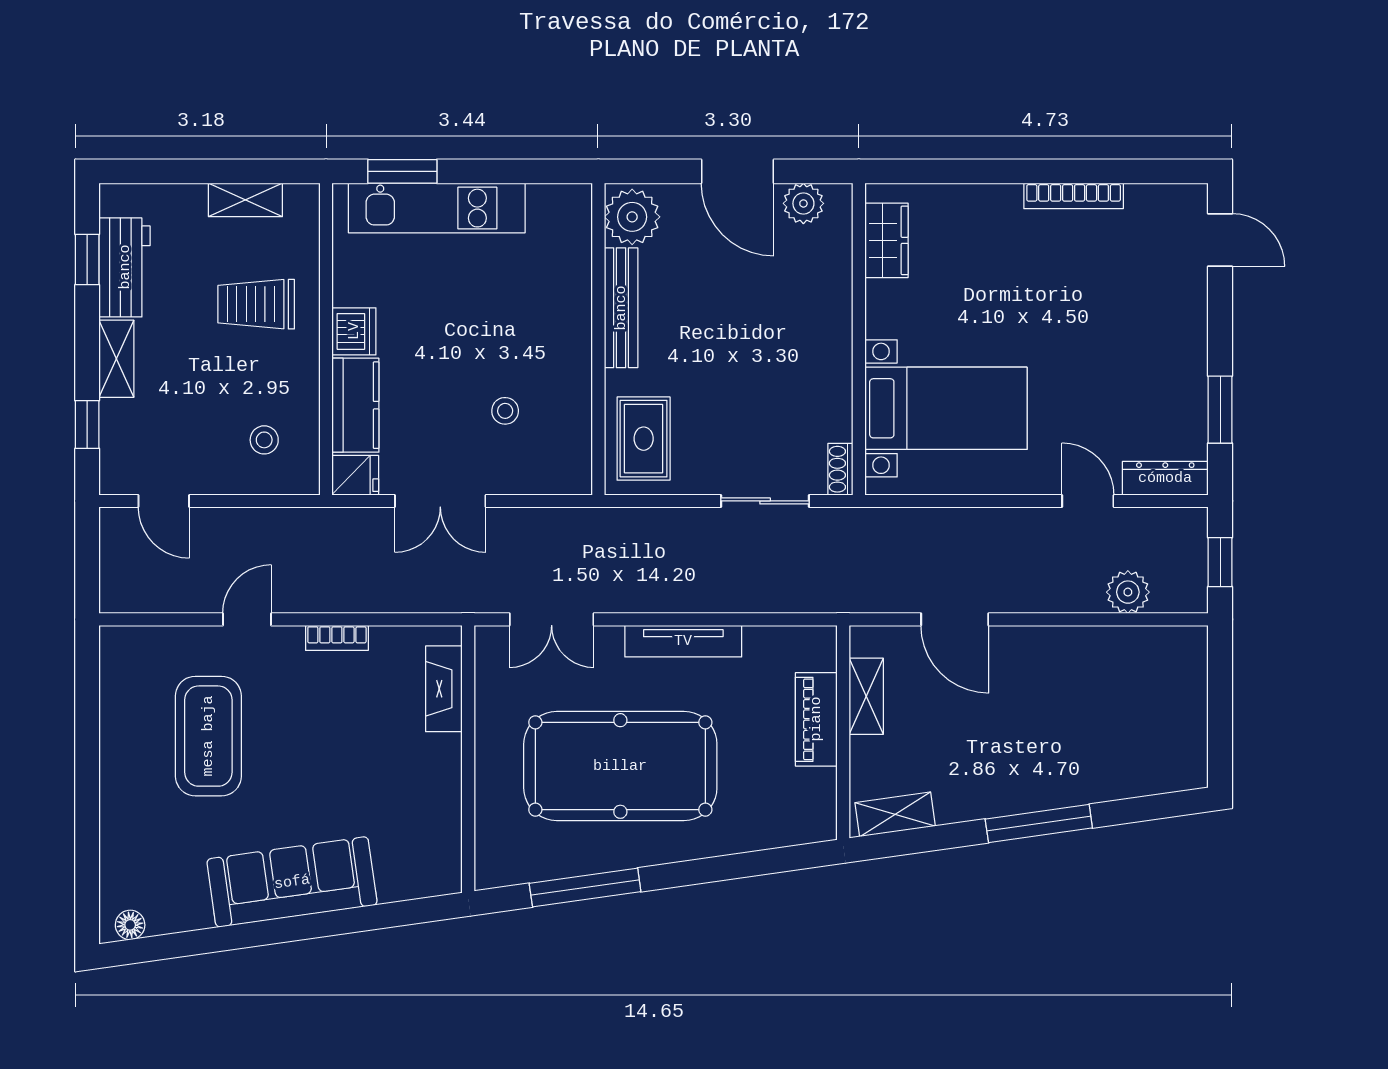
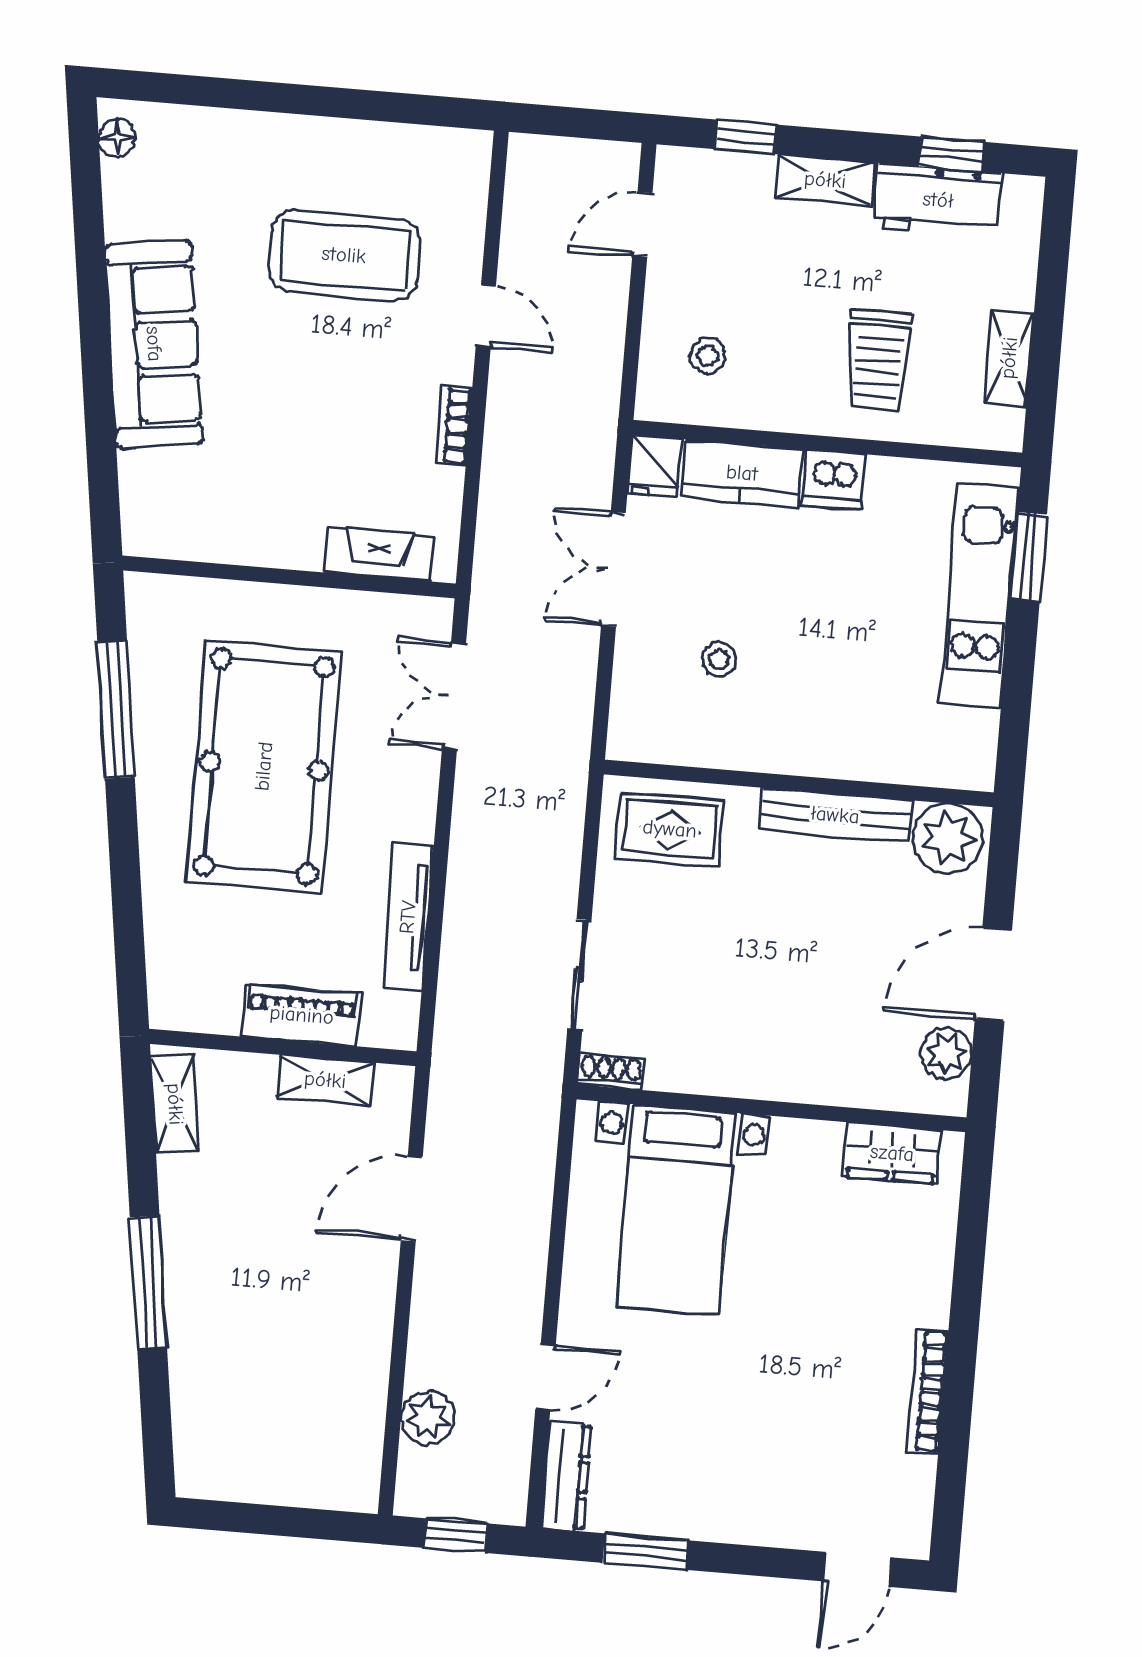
trolley: (256, 304) -> (878, 360), turned 180
tv unit: (683, 641) -> (408, 917), moved

